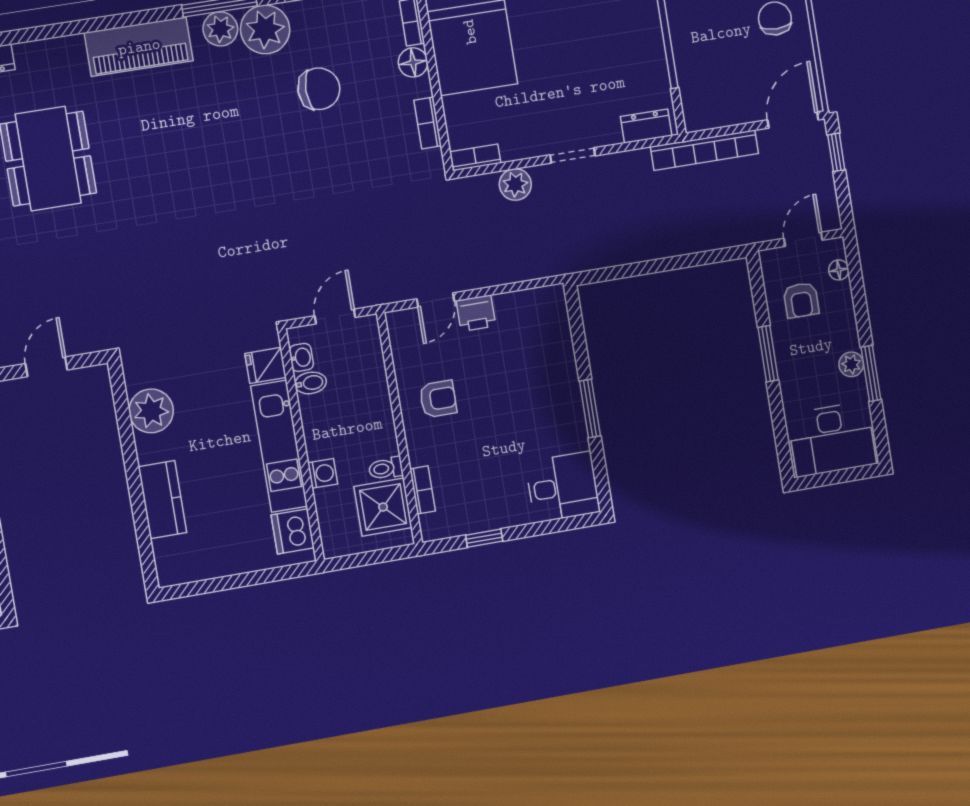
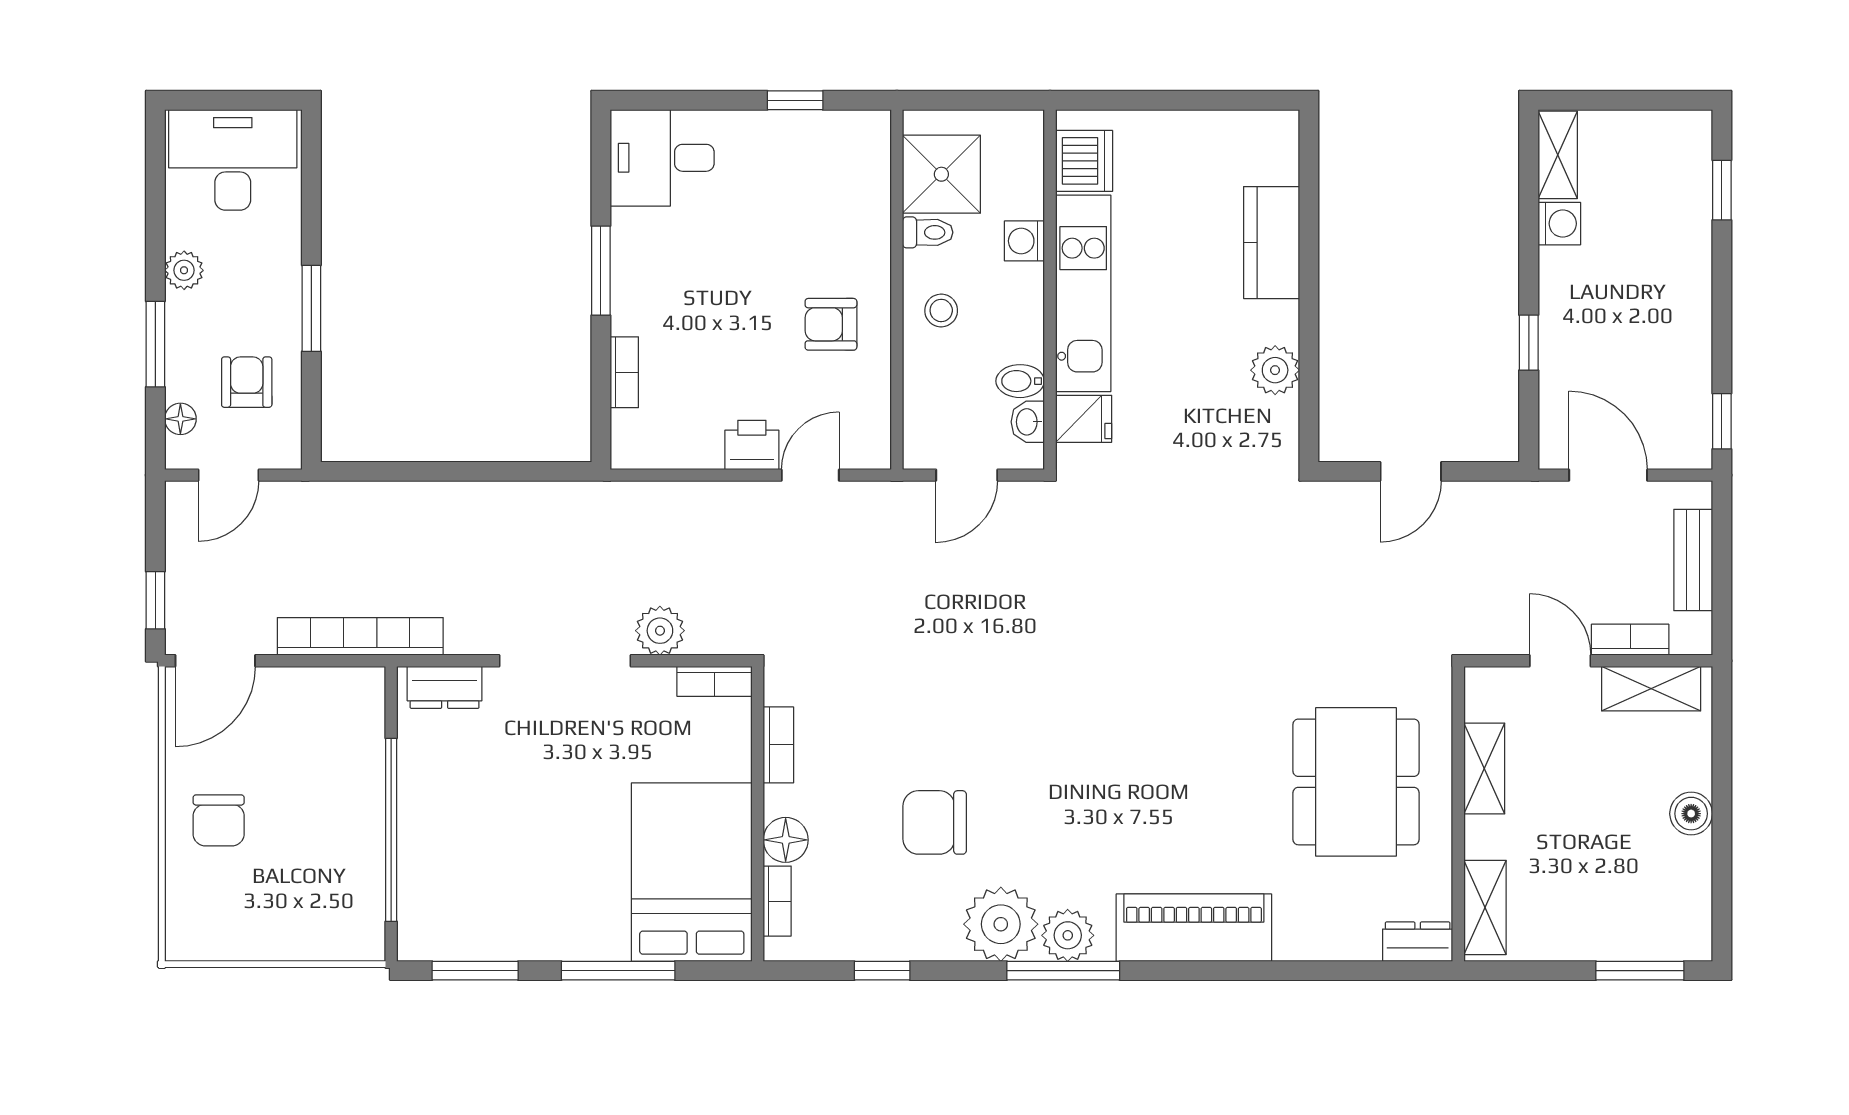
doorway: (573, 155) -> (565, 661), width x1.88
window: (871, 373) -> (155, 344), moved
plant: (151, 411) -> (1275, 370), width x0.73, depth x0.73
stool: (369, 420) -> (941, 310), added
bookcase: (423, 490) -> (624, 372), moved, turned 180

